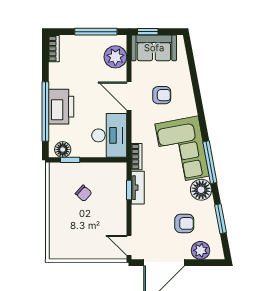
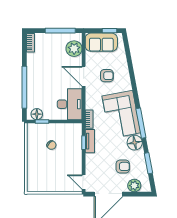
window: (148, 32) -> (109, 31), moved
printer: (61, 107) -> (36, 84), removed

